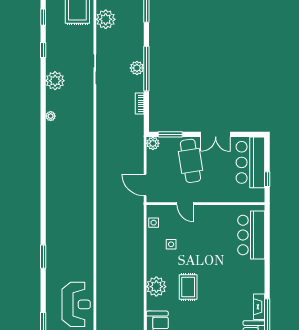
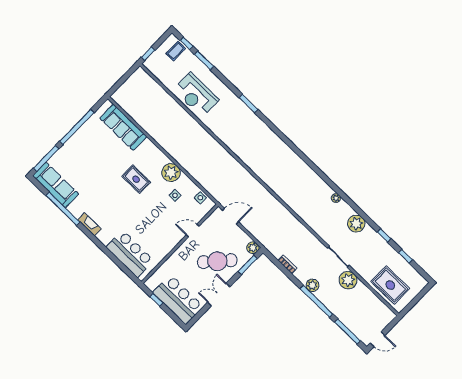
plant: (106, 19) -> (348, 280), moved
window: (146, 69) -> (316, 301), moved
cafe table: (190, 161) -> (217, 261), turned -39
plant: (156, 287) -> (171, 173), moved
fireplace: (259, 307) -> (89, 224), moved

